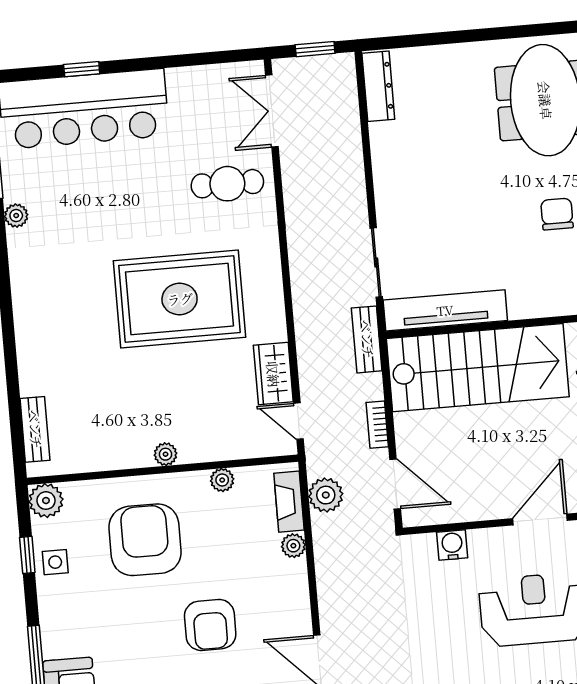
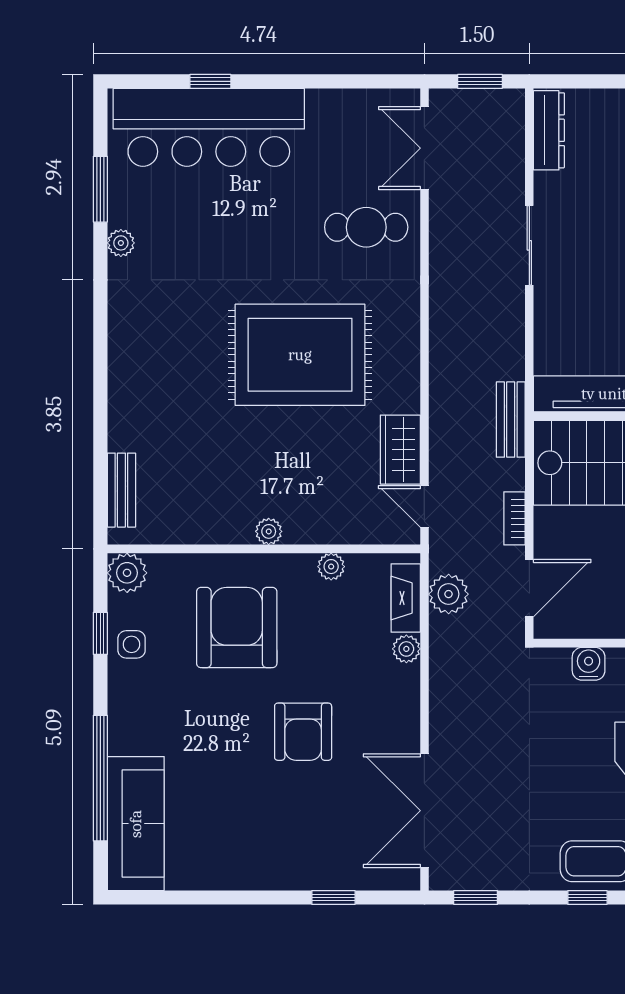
sliding door: (376, 263) -> (529, 245), moved
door: (395, 484) -> (529, 588), hinge flipped

